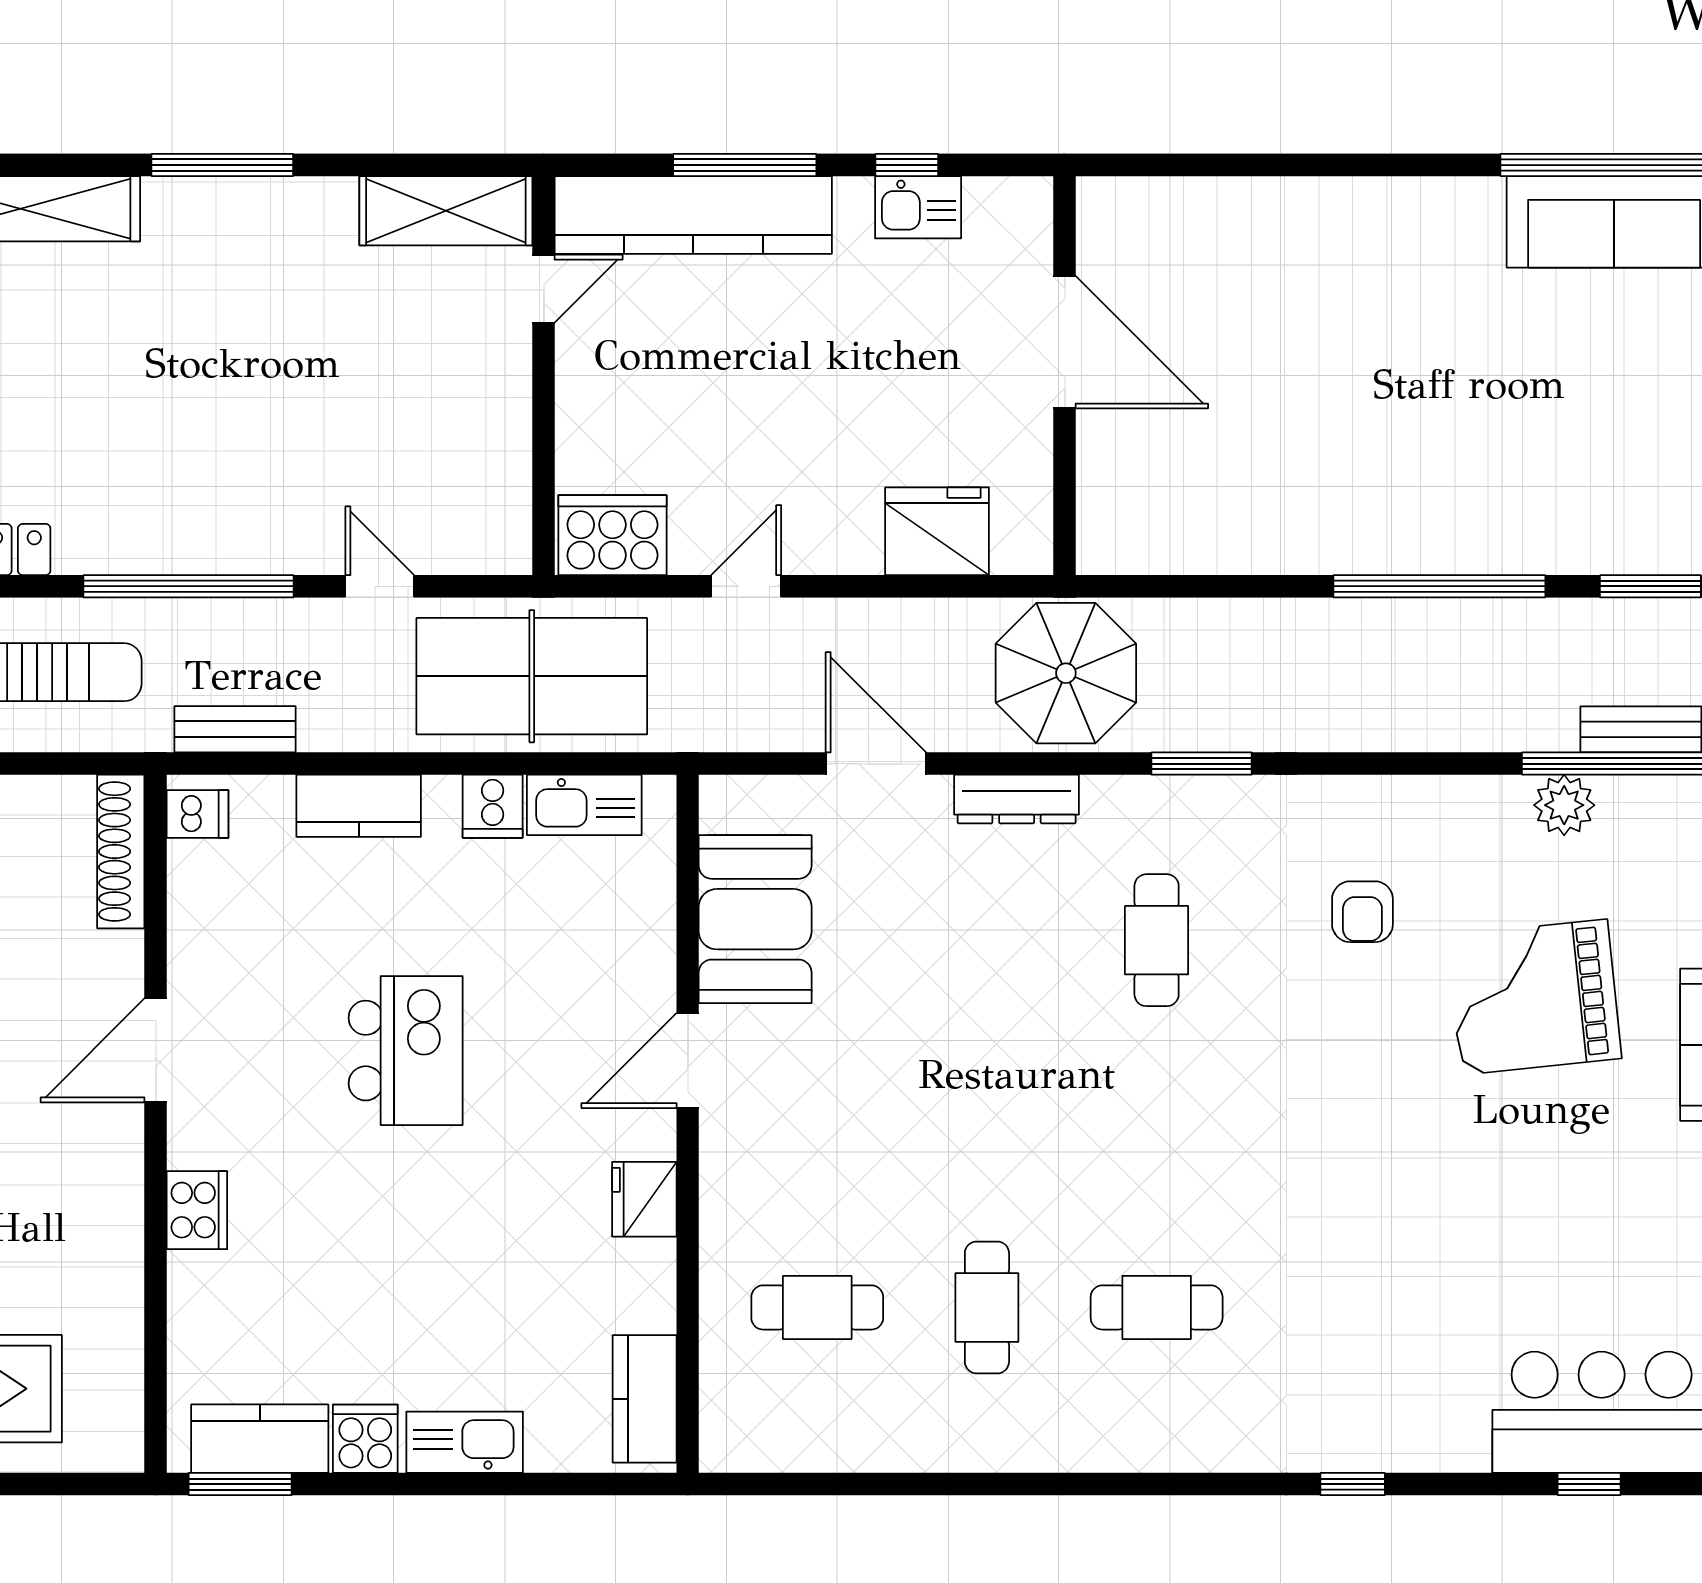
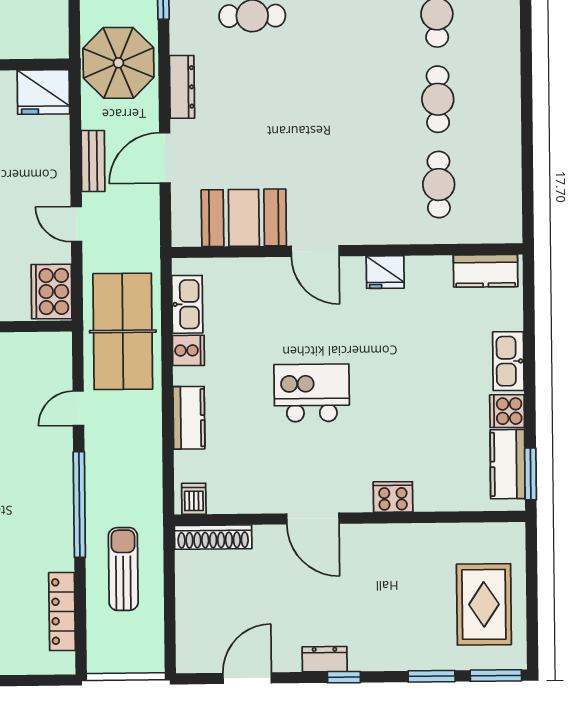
fridge: (937, 531) -> (43, 92), moved, turned -90
bench: (235, 729) -> (93, 161), moved
cafe table: (987, 1307) -> (438, 99), turned 90

